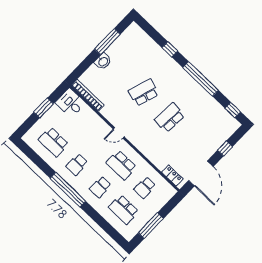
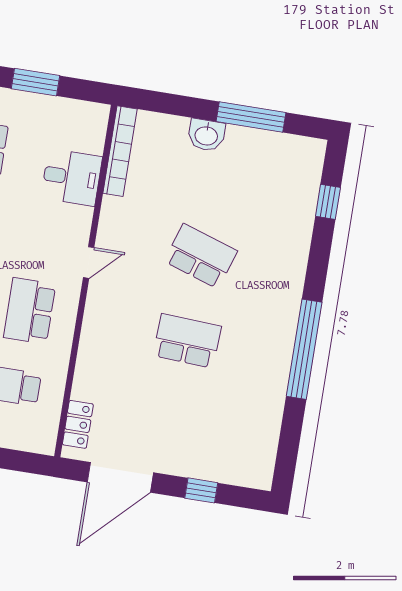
window: (170, 49) -> (328, 202), moved
desk: (70, 103) -> (72, 177), moved, turned 90
window: (233, 110) -> (287, 454), removed
door: (119, 133) -> (89, 263), swing flipped

